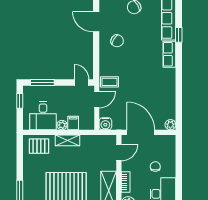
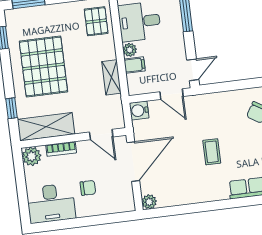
coffee table: (110, 82) -> (212, 152), moved
shelving: (68, 140) -> (111, 77), moved

